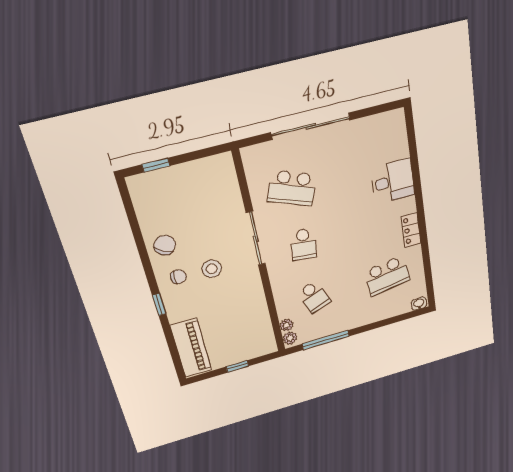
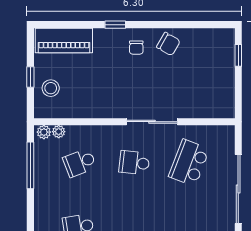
stool: (212, 269) -> (51, 88), moved

